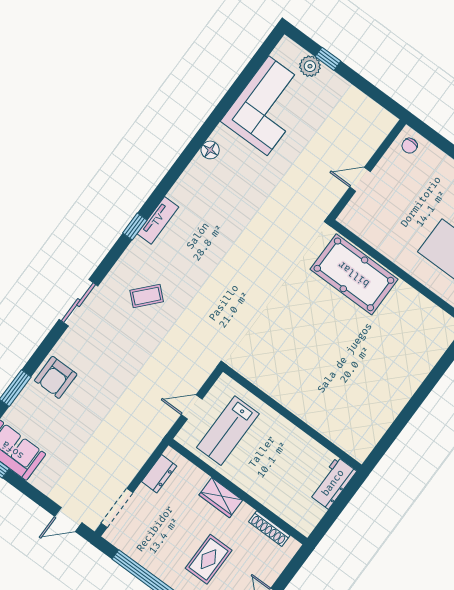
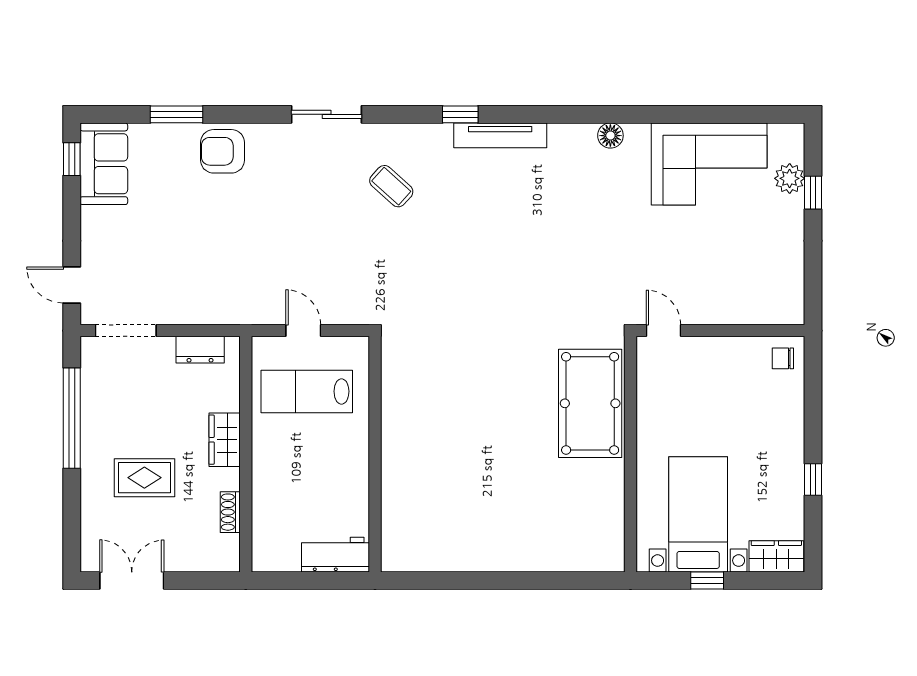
door: (360, 179) -> (663, 331), moved
tv unit: (158, 220) -> (500, 135), width x1.41
shoe rack: (269, 529) -> (230, 512), width x0.70

